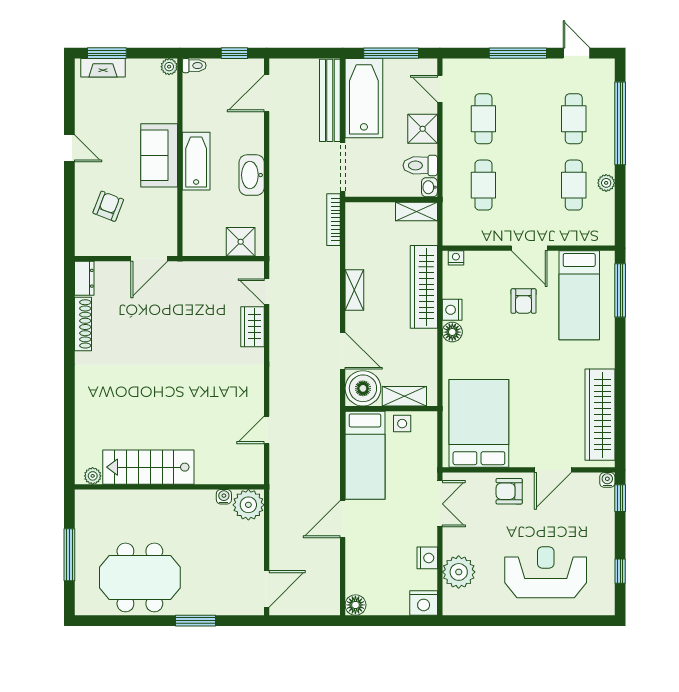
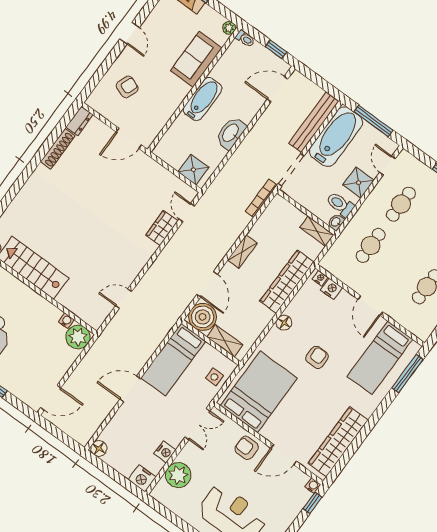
sofa: (159, 155) -> (196, 59), moved
armchair: (524, 301) -> (317, 357), moved, turned 180
nightstand: (452, 310) -> (331, 289), moved, turned 90
side table: (402, 424) -> (214, 377), moved

